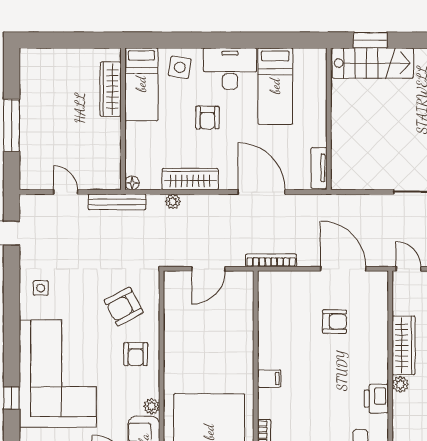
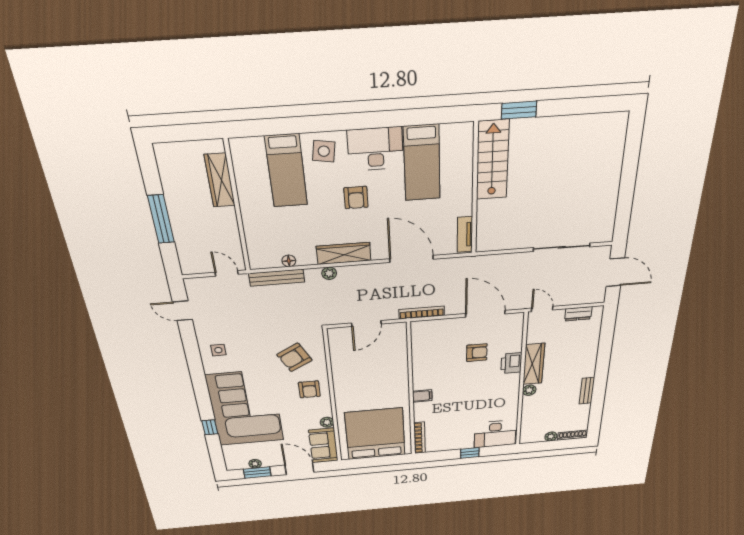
stairs: (373, 63) -> (492, 160), moved, turned -90
wardrobe: (111, 89) -> (220, 180), moved
wall: (123, 119) -> (237, 207), moved
printer: (376, 399) -> (511, 363), moved

